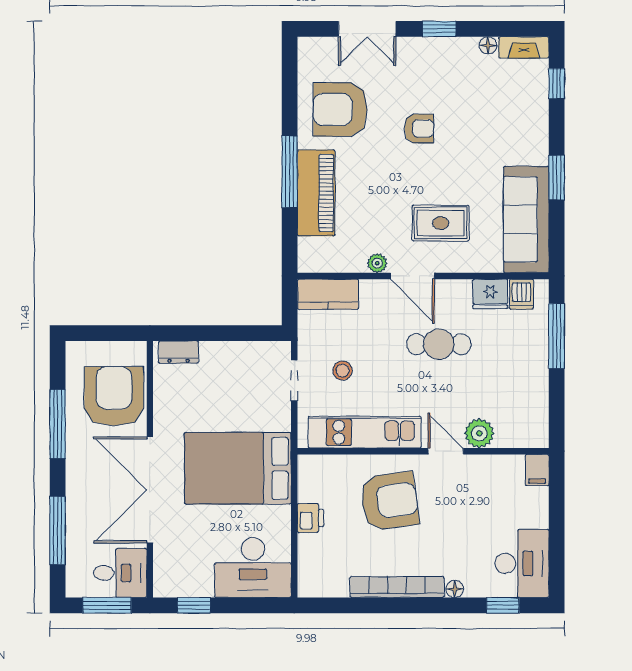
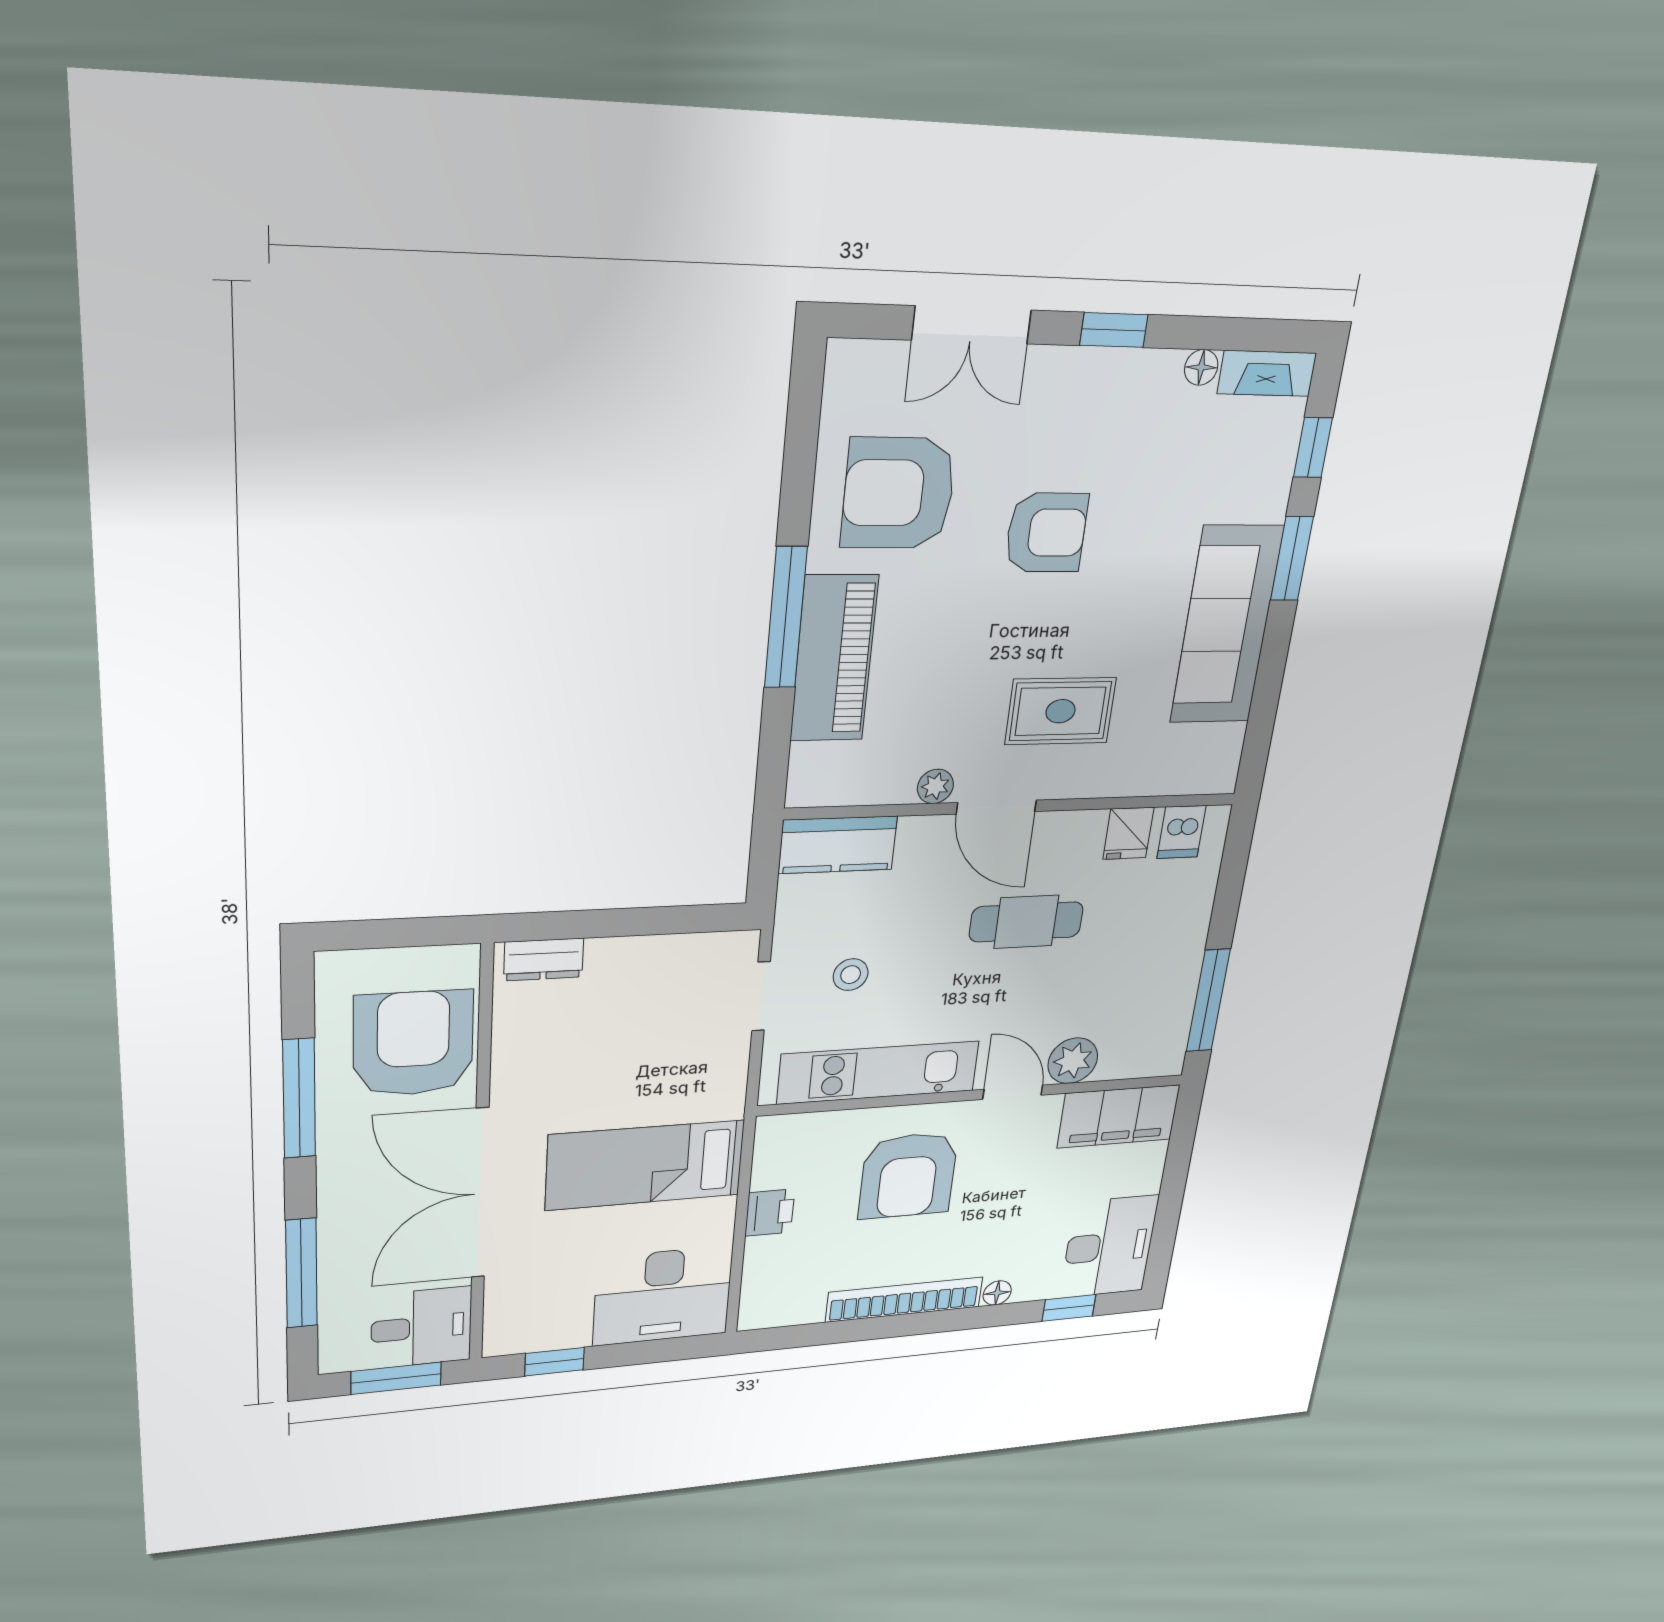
armchair: (419, 129) -> (1046, 533), width x1.38, depth x1.38
window: (557, 178) -> (1292, 559), moved
sofa: (526, 219) -> (1226, 625), moved
fridge: (490, 294) -> (1128, 833), width x0.72
window: (557, 336) -> (1208, 1000), moved
bed: (238, 468) -> (645, 1165), width x0.67
filing cabinet: (537, 470) -> (1119, 1116), width x3.00, depth x1.17
armchair: (389, 501) -> (908, 1176), turned 98

